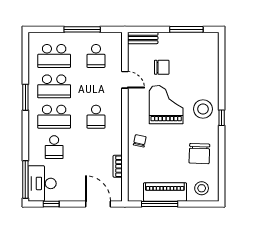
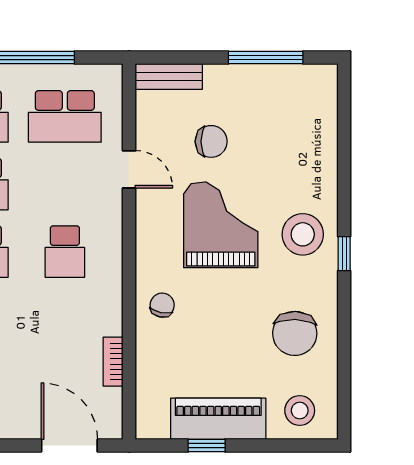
school desk: (96, 56) -> (65, 116), width x1.85
window: (160, 204) -> (207, 445), width x0.46

